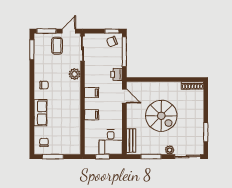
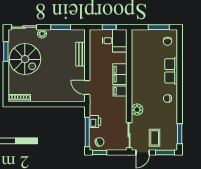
printer: (116, 74) -> (95, 122), moved
filing cabinet: (92, 115) -> (120, 74), width x2.00
spiral stairs: (161, 116) -> (25, 59), moved, turned 180
bench: (131, 141) -> (81, 54), moved
desk: (111, 142) -> (115, 41), moved, turned 90

